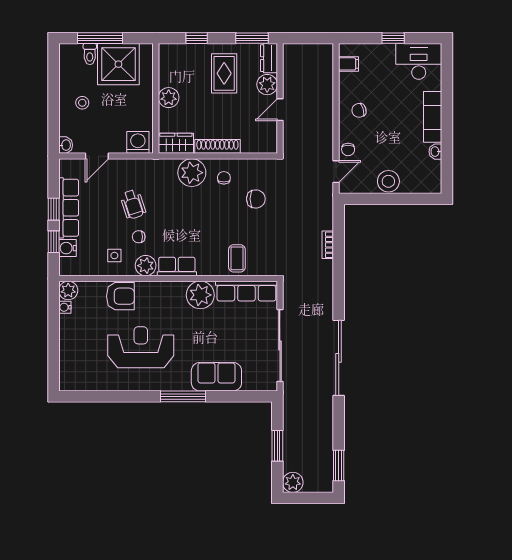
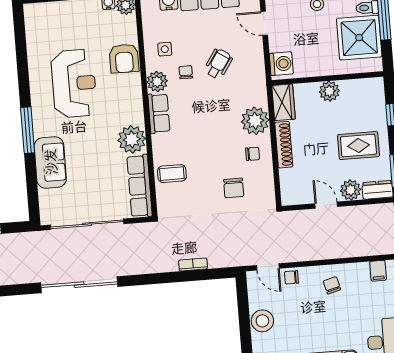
wheelchair: (133, 204) -> (218, 64), turned 142

